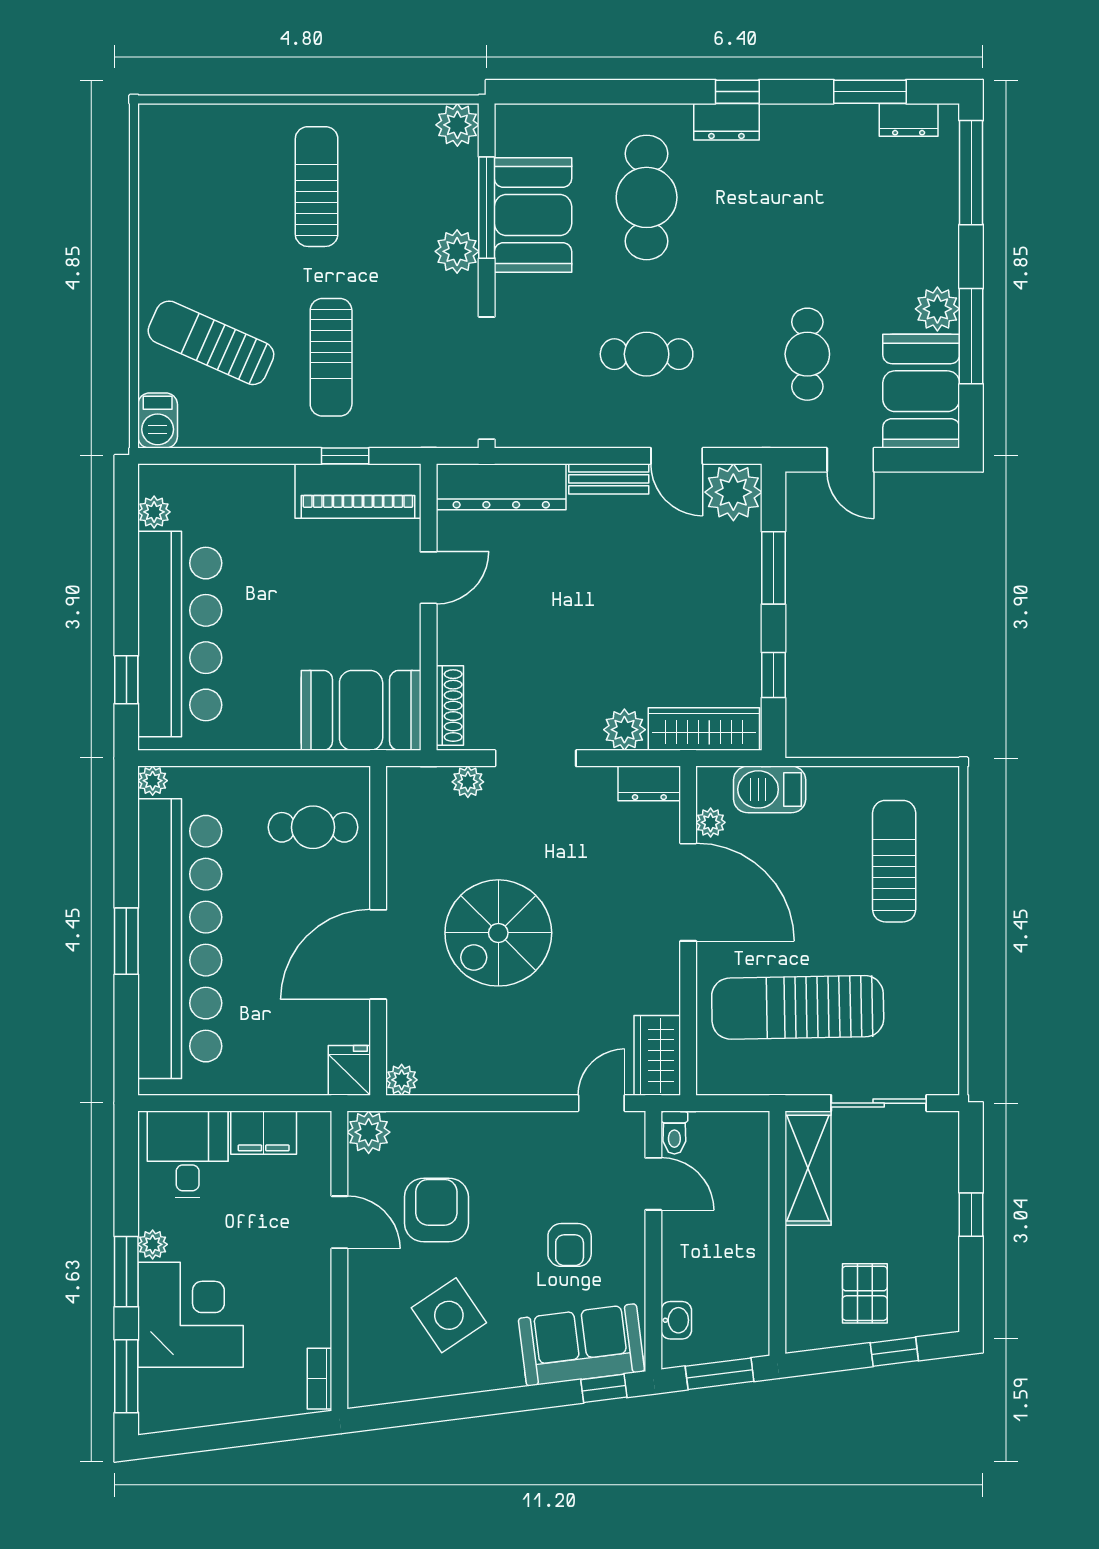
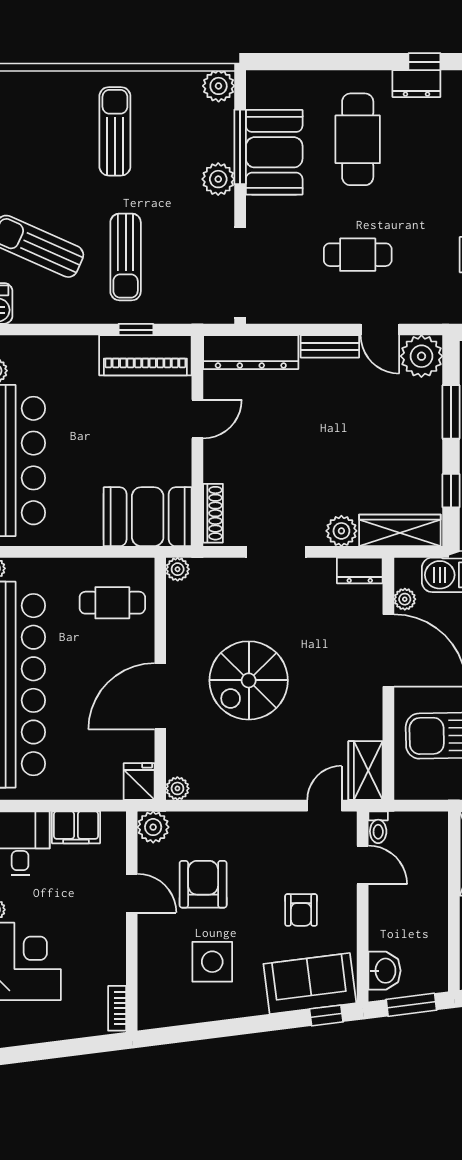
plant: (468, 782) -> (178, 569), moved
side table: (449, 1315) -> (212, 962), turned 34
washbasin: (676, 1320) -> (385, 971), width x1.38, depth x1.45

